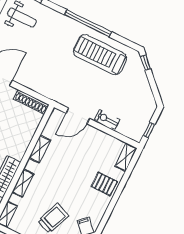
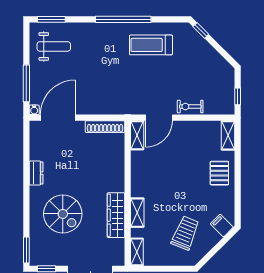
treadmill: (100, 55) -> (151, 45), width x0.73, depth x0.73
shelving: (40, 149) -> (137, 135), moved
pallet: (104, 184) -> (219, 173), turned 90

